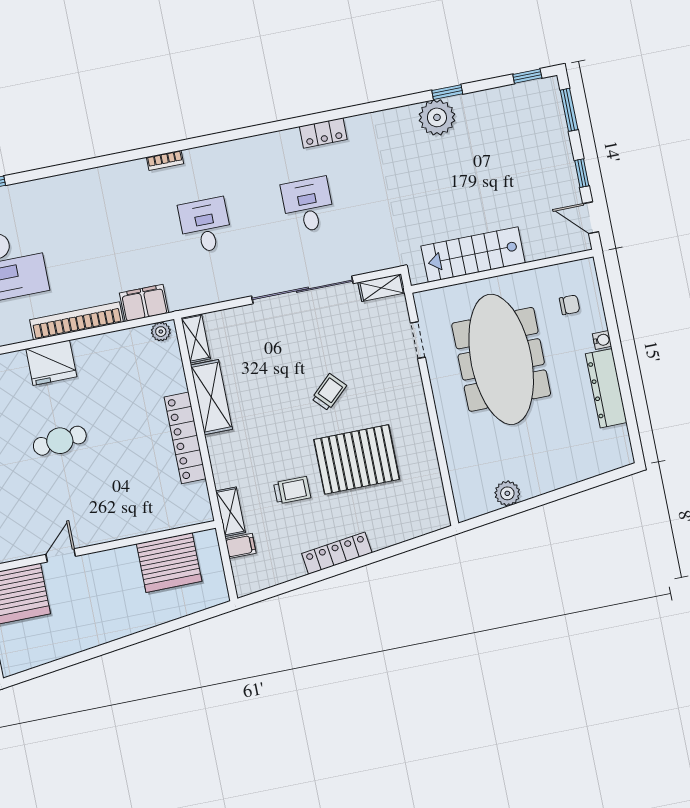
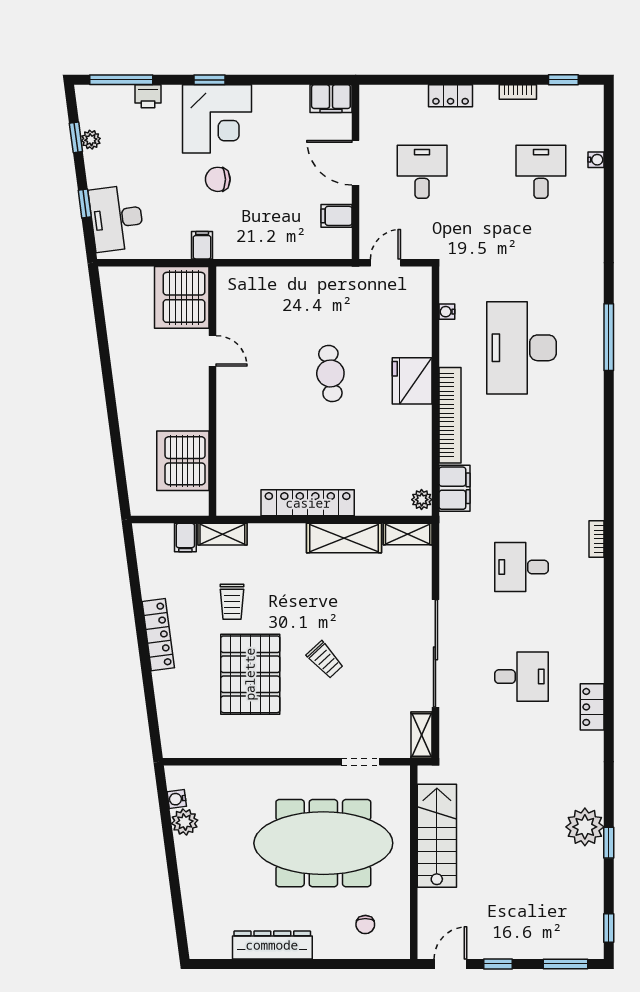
desk: (205, 225) -> (521, 567), turned 180
water cooler: (602, 340) -> (177, 799), moved, turned 82

